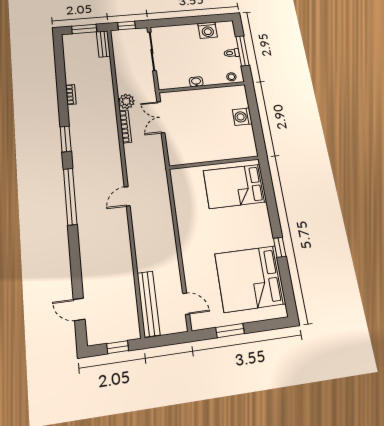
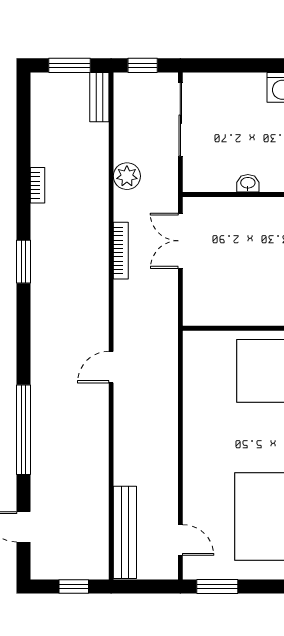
plant: (126, 101) -> (127, 176), moved
window: (70, 196) -> (24, 430), moved
window: (230, 331) -> (217, 586), moved

